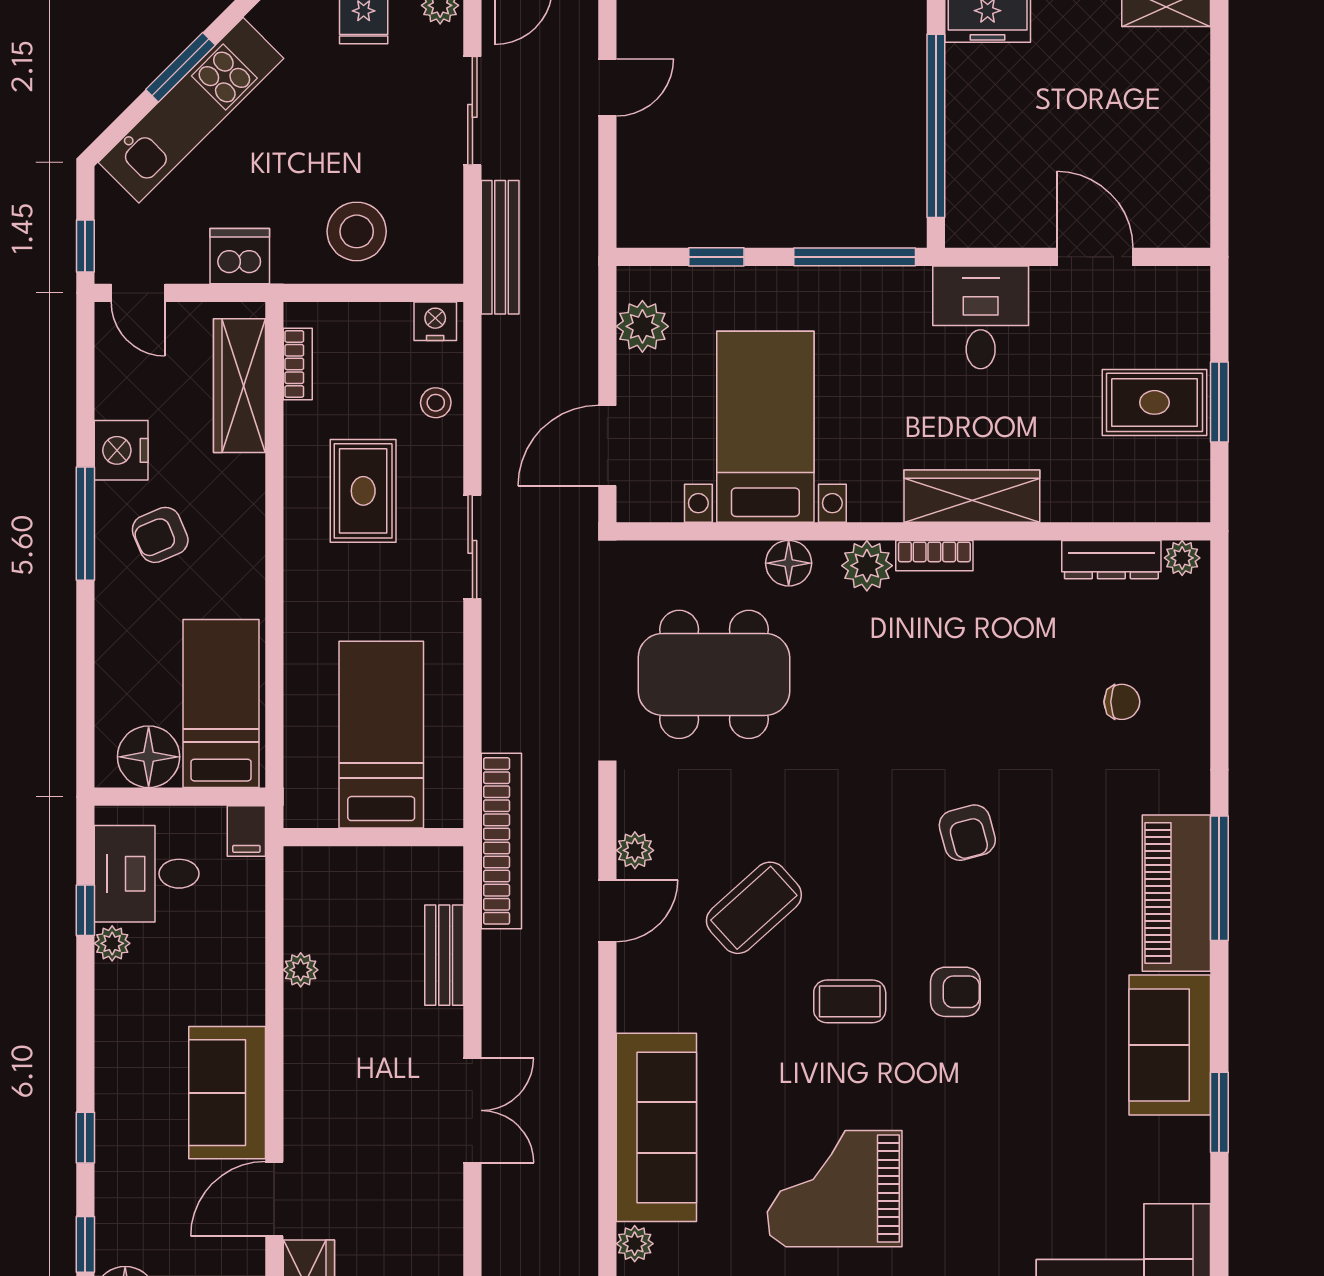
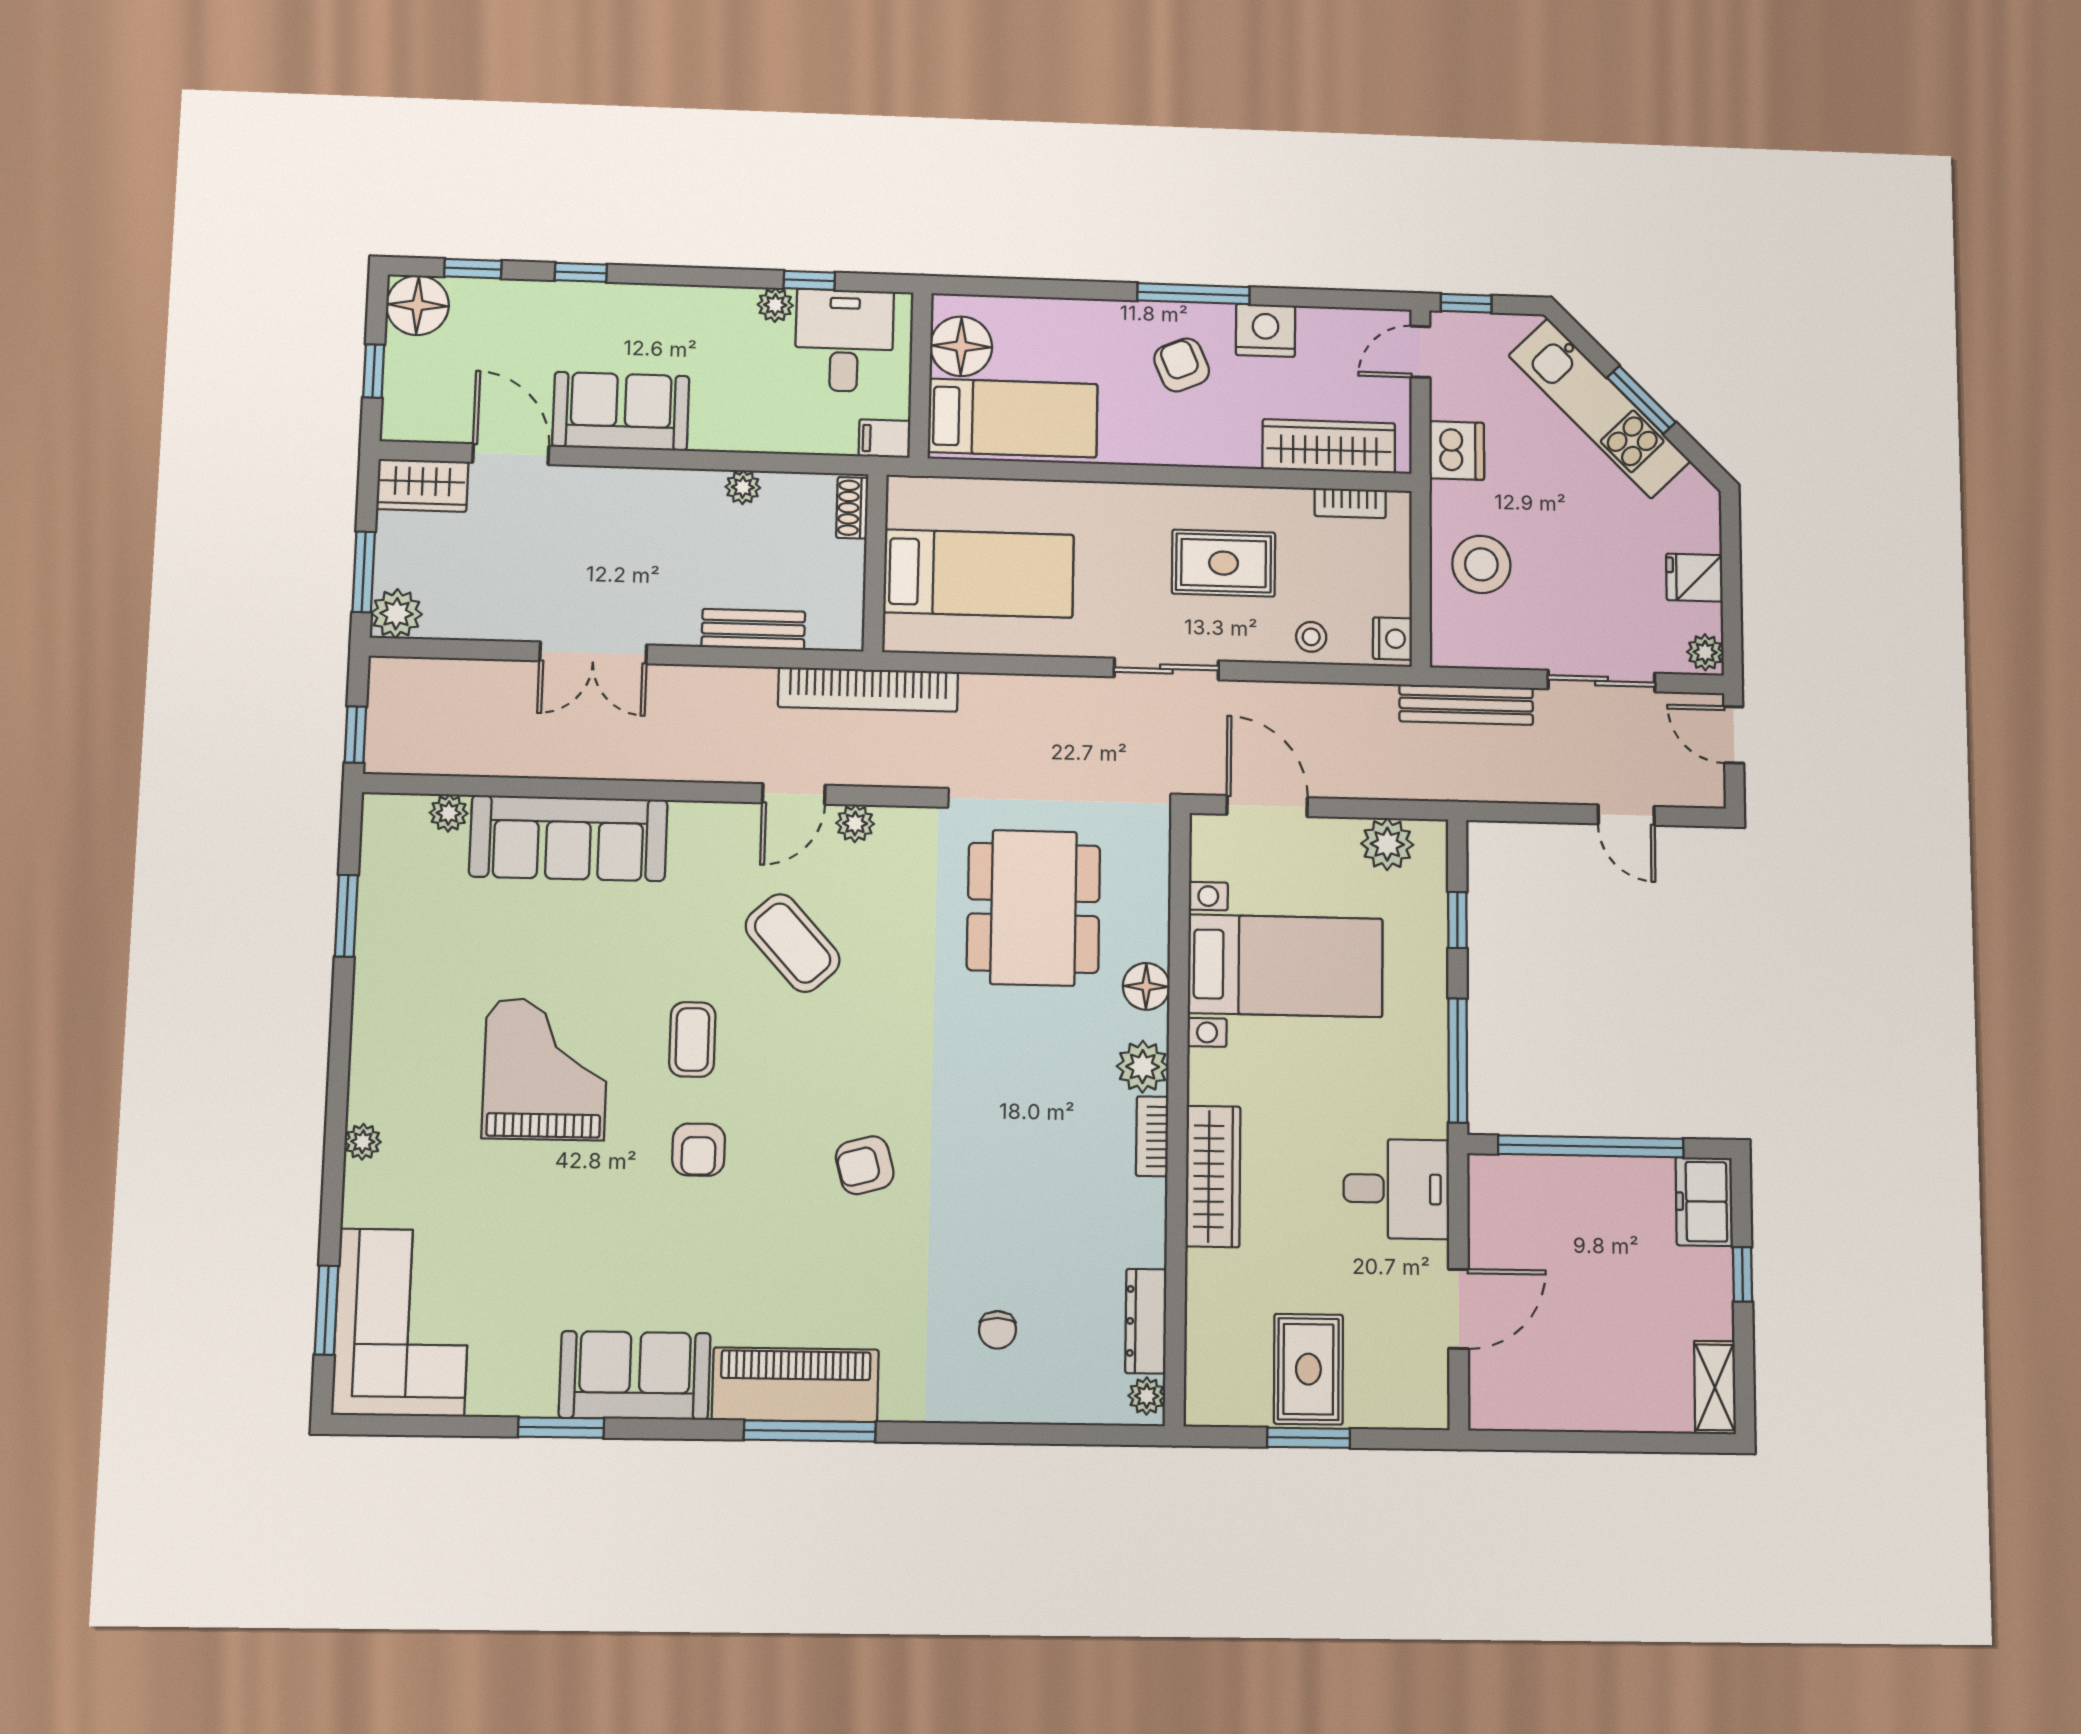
shoe rack: (318, 861) -> (852, 508), added
door: (607, 911) -> (794, 794), hinge flipped
grand piano: (835, 1189) -> (545, 1069), moved

